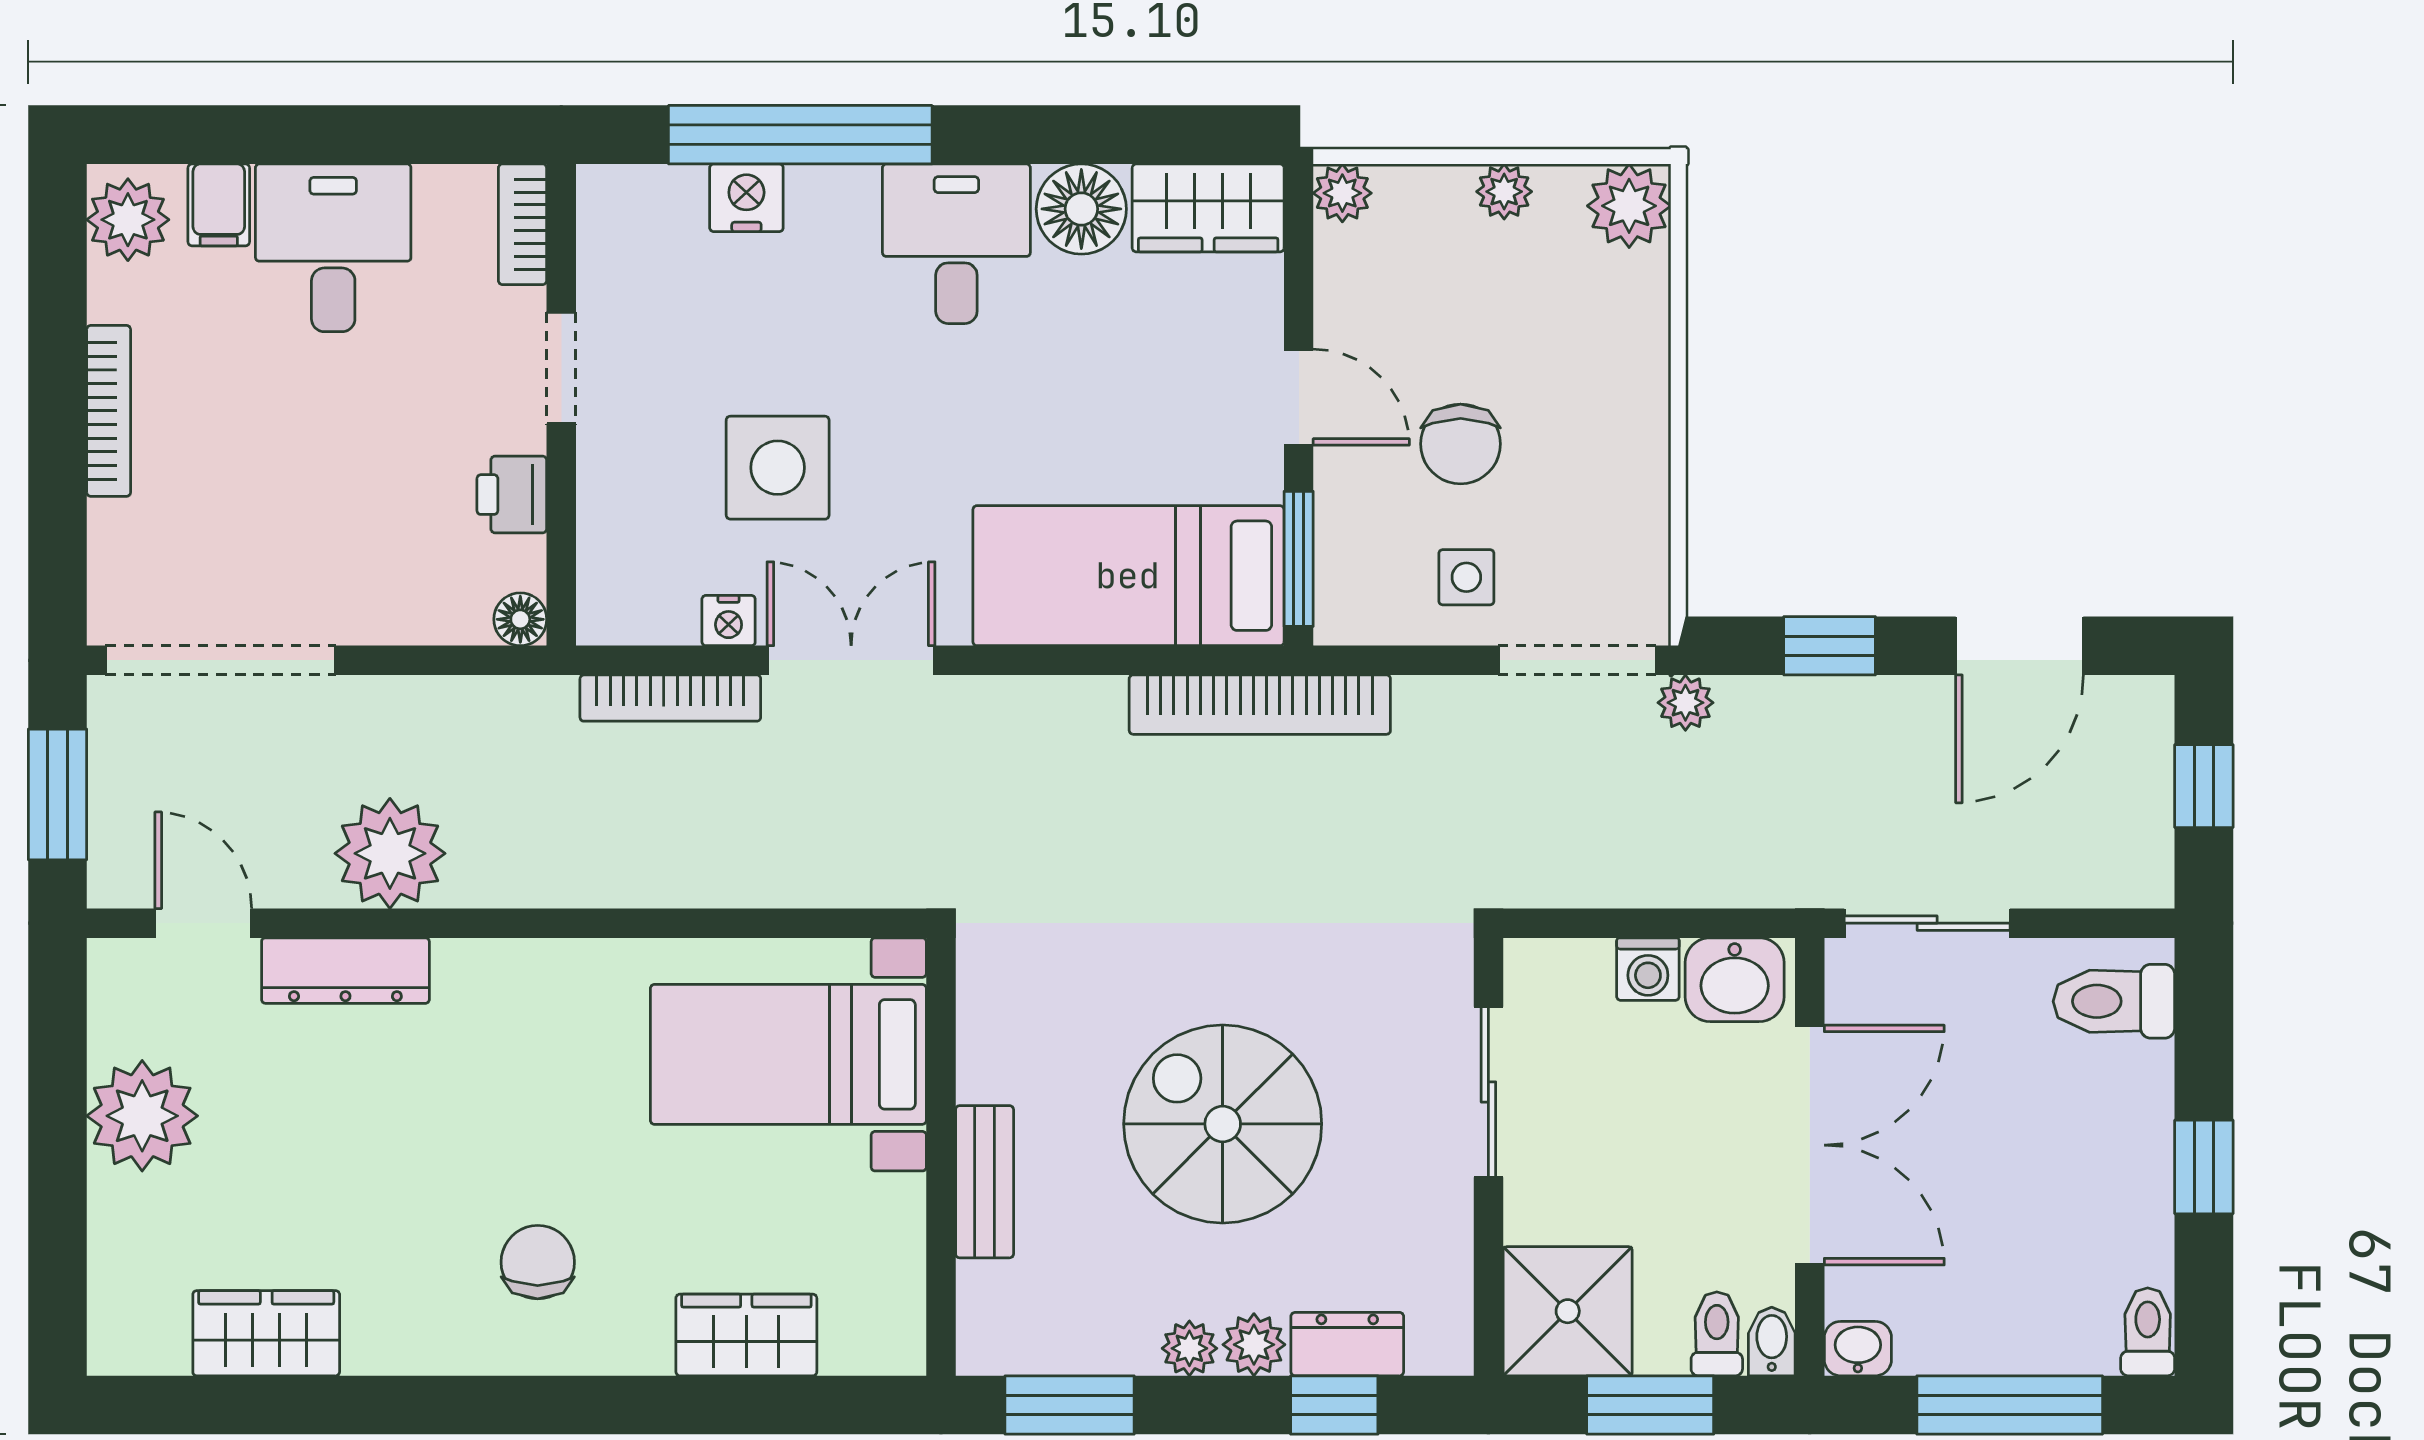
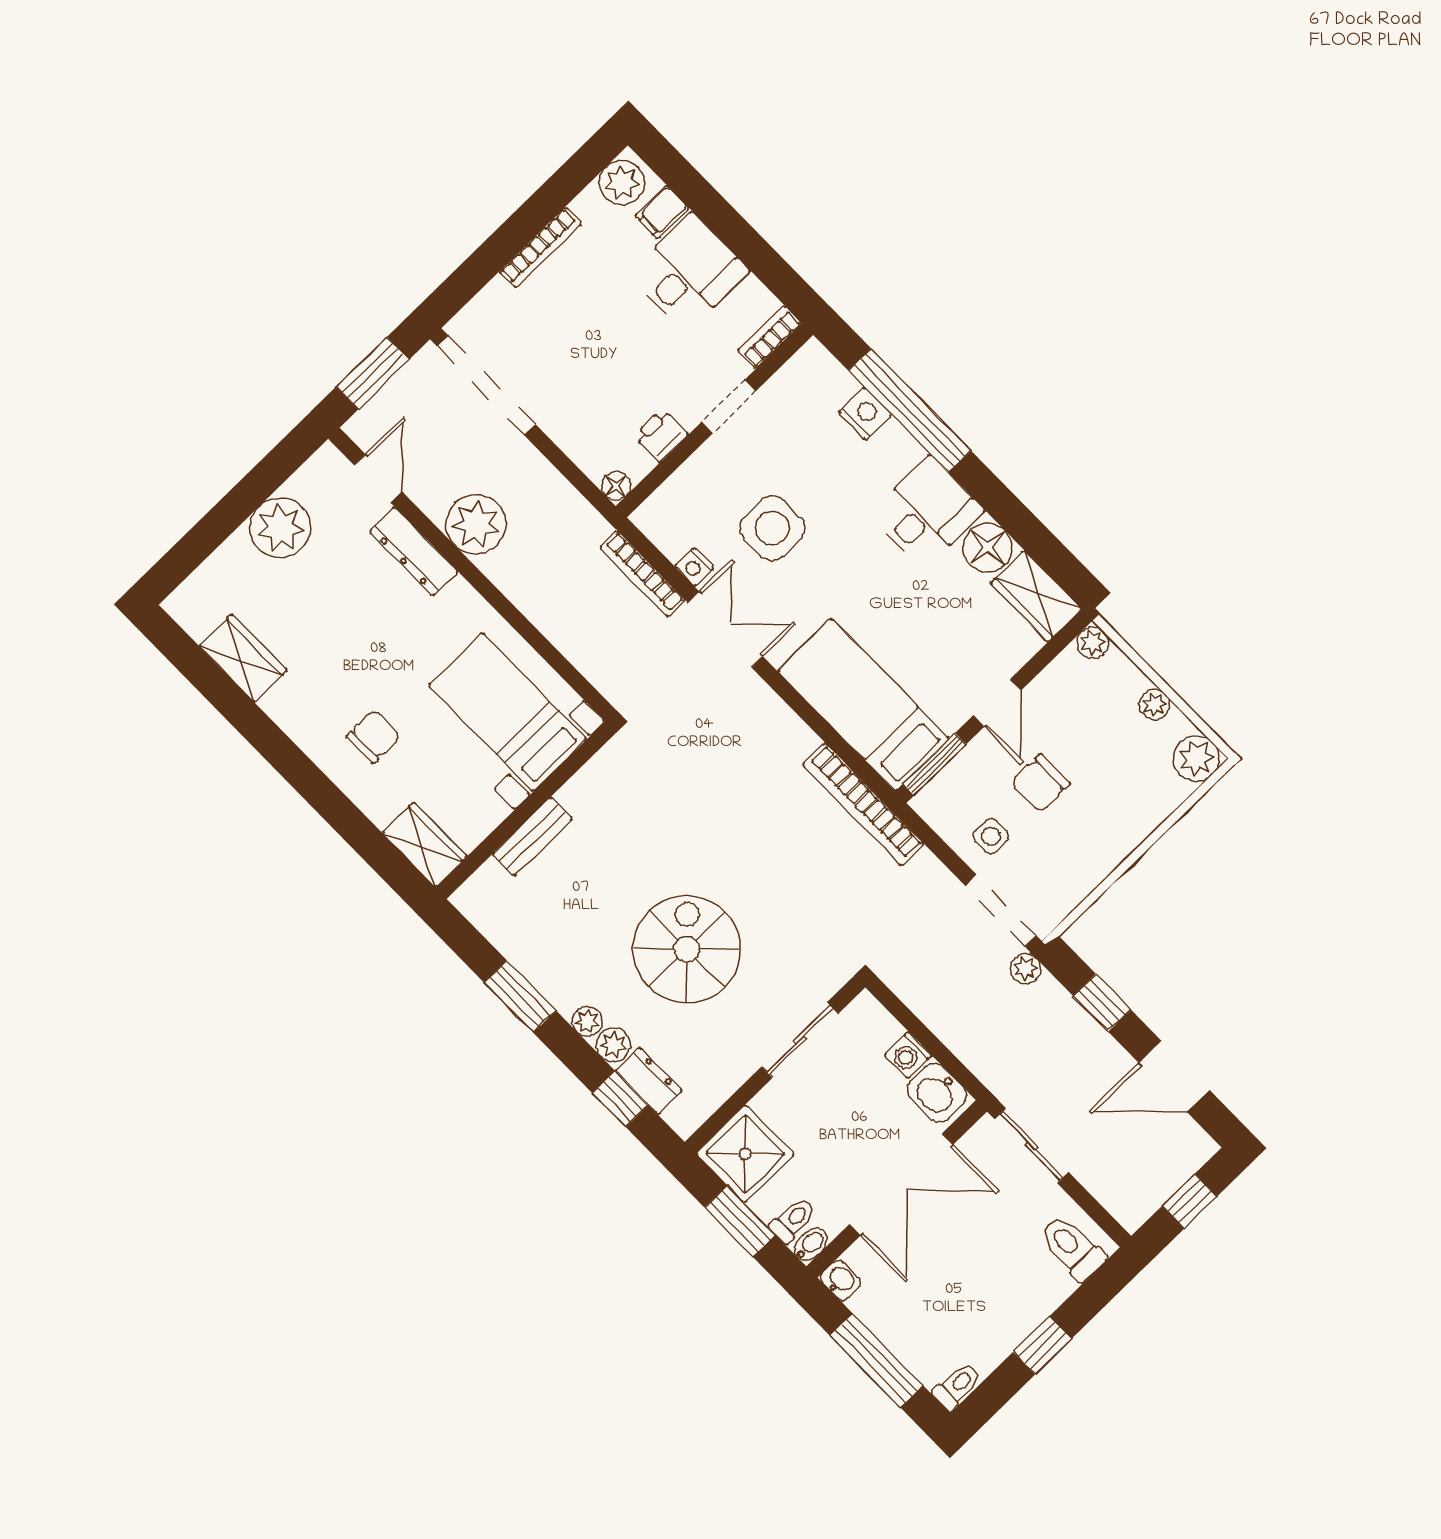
bed with nightstands: (788, 1054) -> (508, 712), moved
wall: (941, 1157) -> (526, 810), moved
bench: (985, 1182) -> (533, 836), moved

